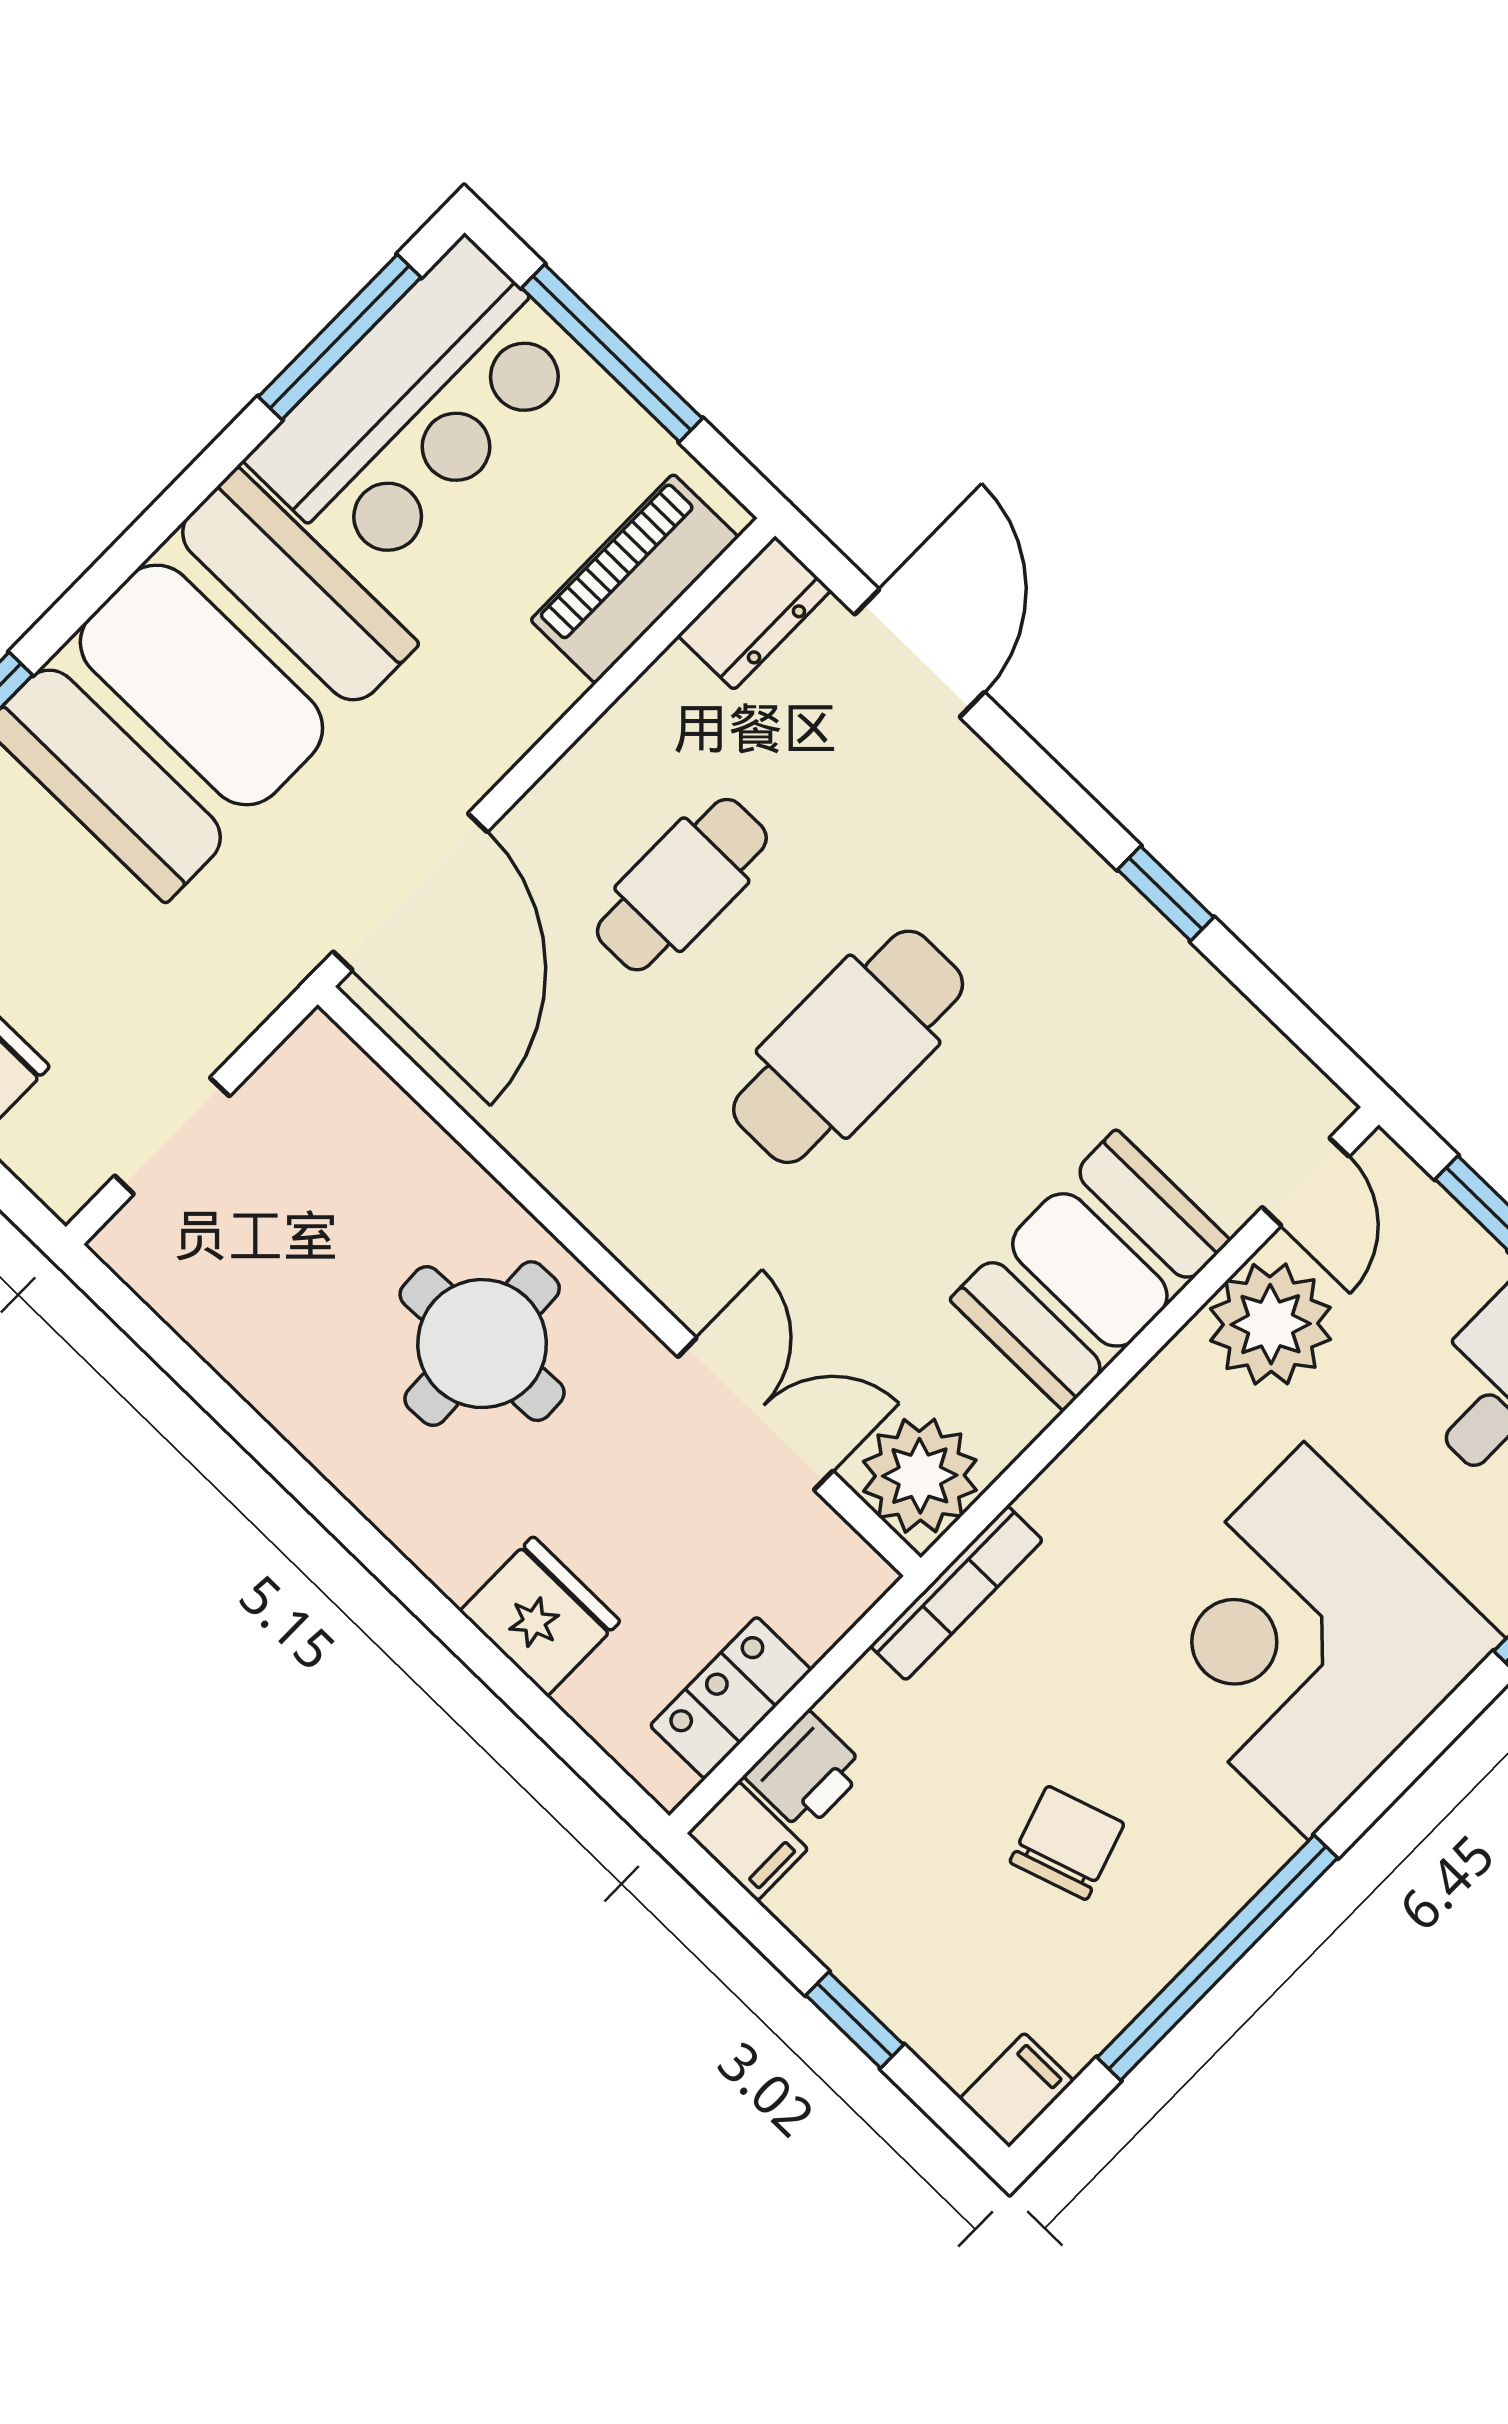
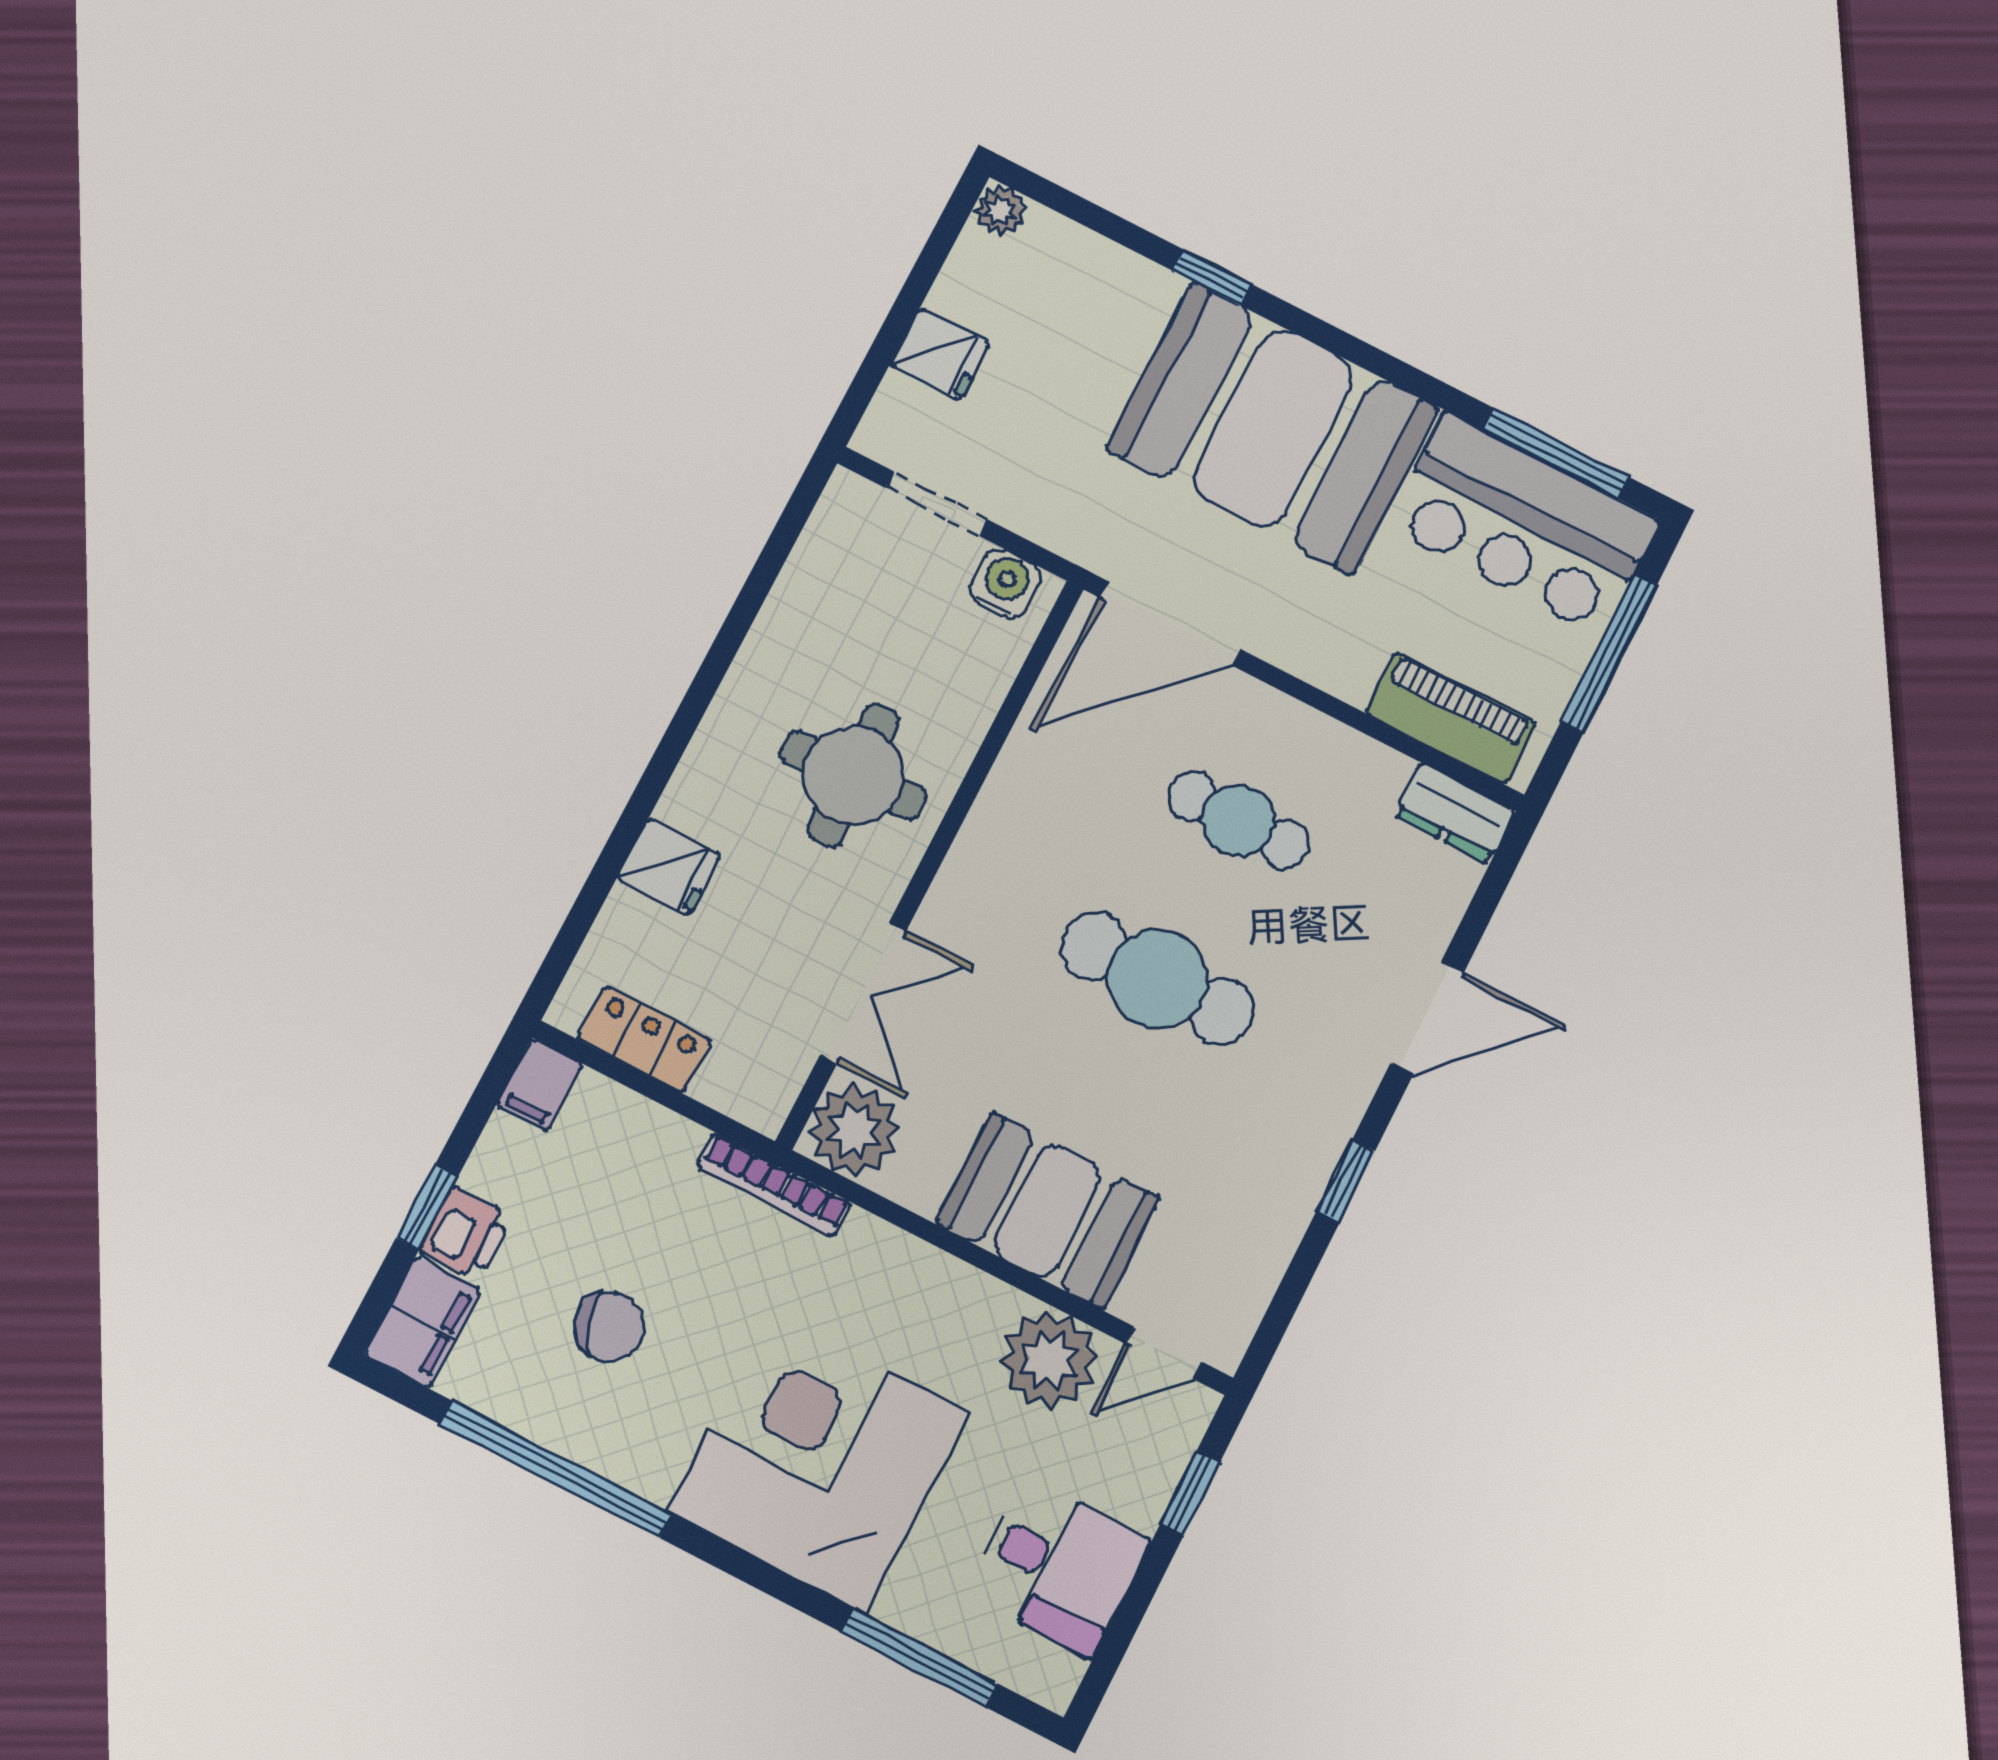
door: (920, 653) -> (1427, 1018), moved
water cooler: (298, 1082) -> (1005, 583), added
fridge: (540, 1616) -> (669, 867), width x0.72
printer: (806, 1772) -> (466, 1233), moved, turned -90
filing cabinet: (1017, 2090) -> (422, 1322), width x2.00

